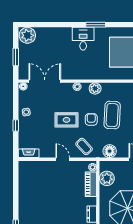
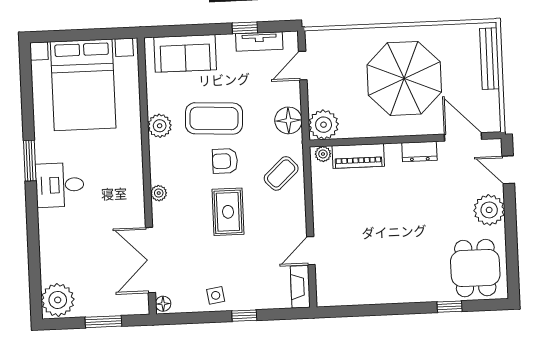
plant: (95, 88) -> (160, 126), moved
door: (63, 159) -> (311, 251), moved
plant: (107, 178) -> (324, 125), moved

